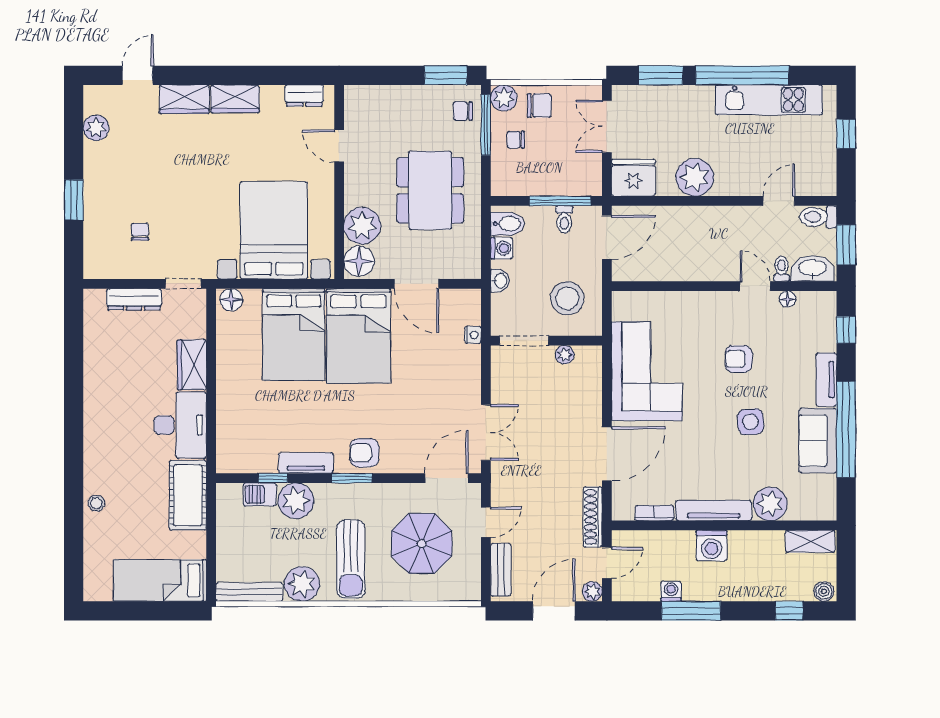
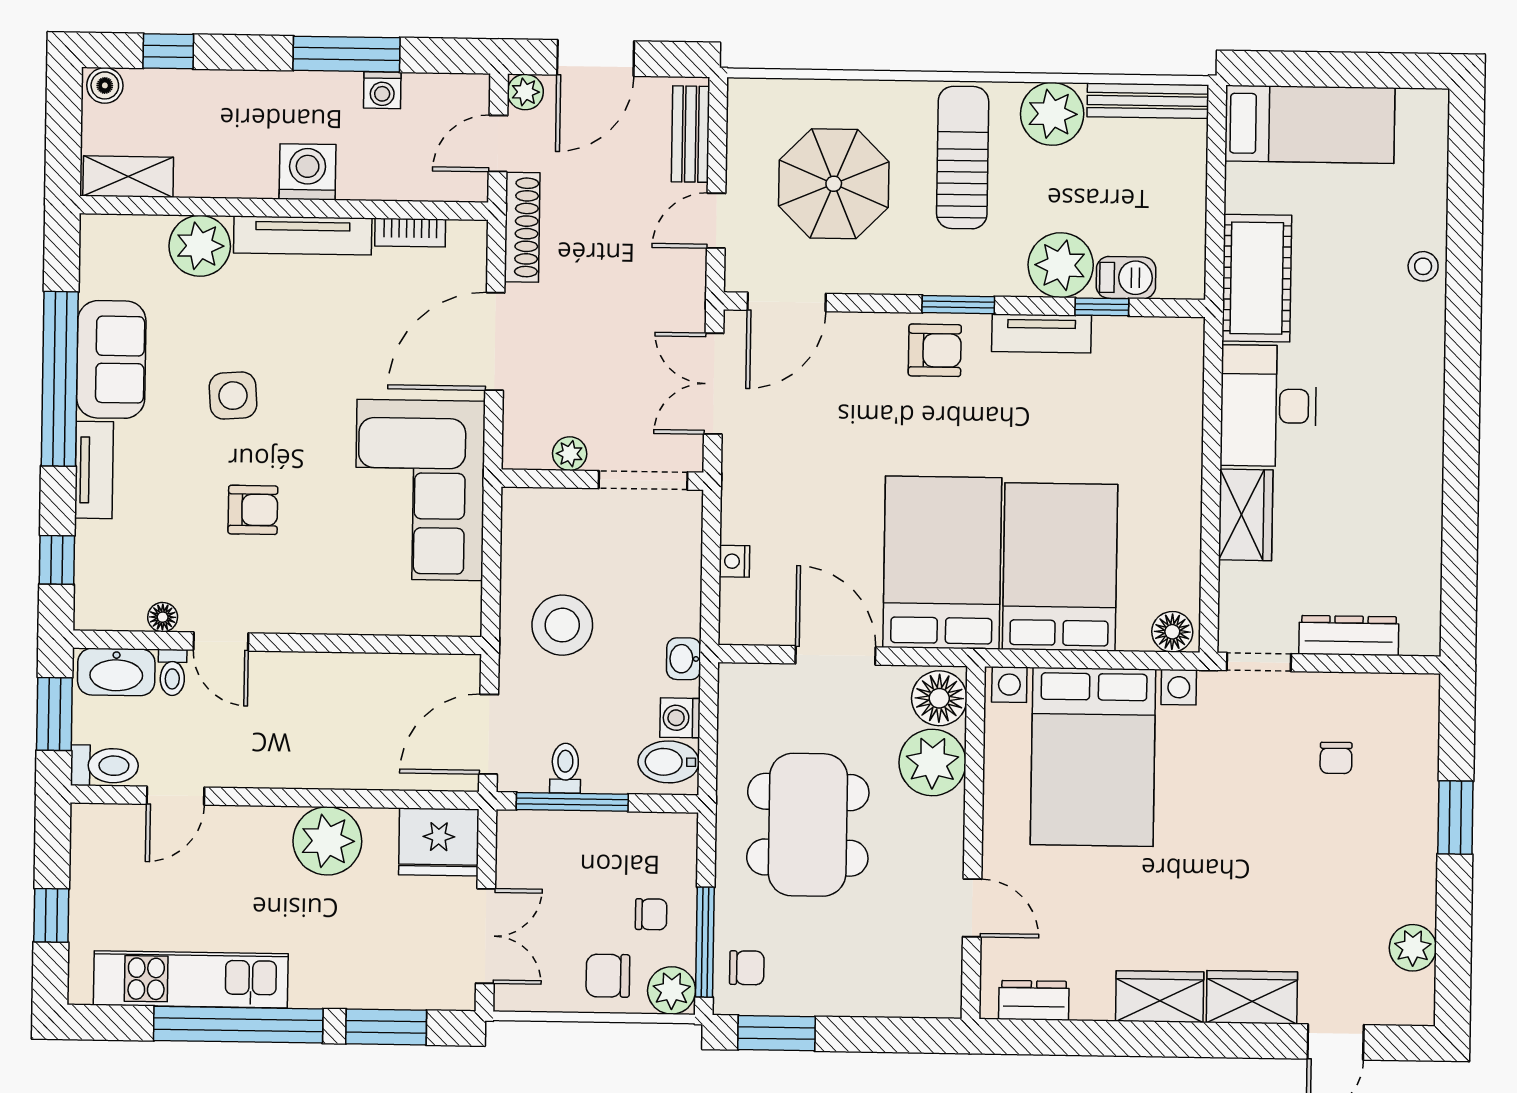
doorway: (524, 341) -> (643, 480), moved
wall: (546, 341) -> (602, 480), moved
plant: (565, 355) -> (570, 454), moved

